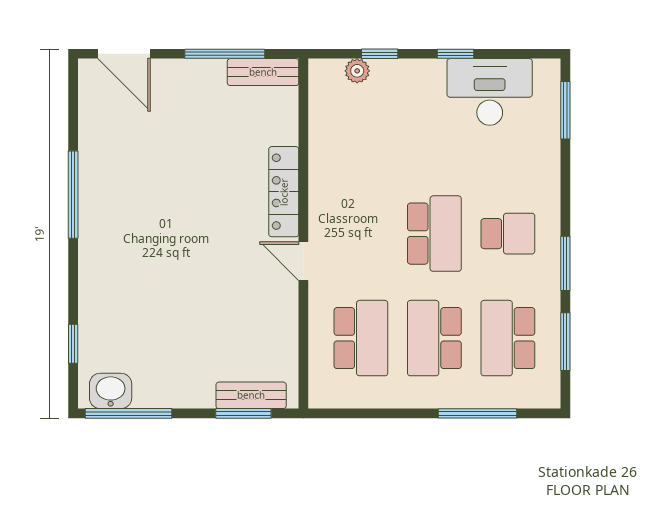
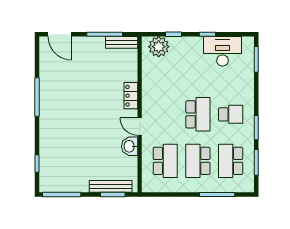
plant: (357, 71) -> (159, 47), width x1.88, depth x1.88
locker: (284, 192) -> (131, 96), width x0.66
washbasin: (111, 391) -> (130, 146), moved, turned -90
bench: (251, 395) -> (111, 186), width x1.36

